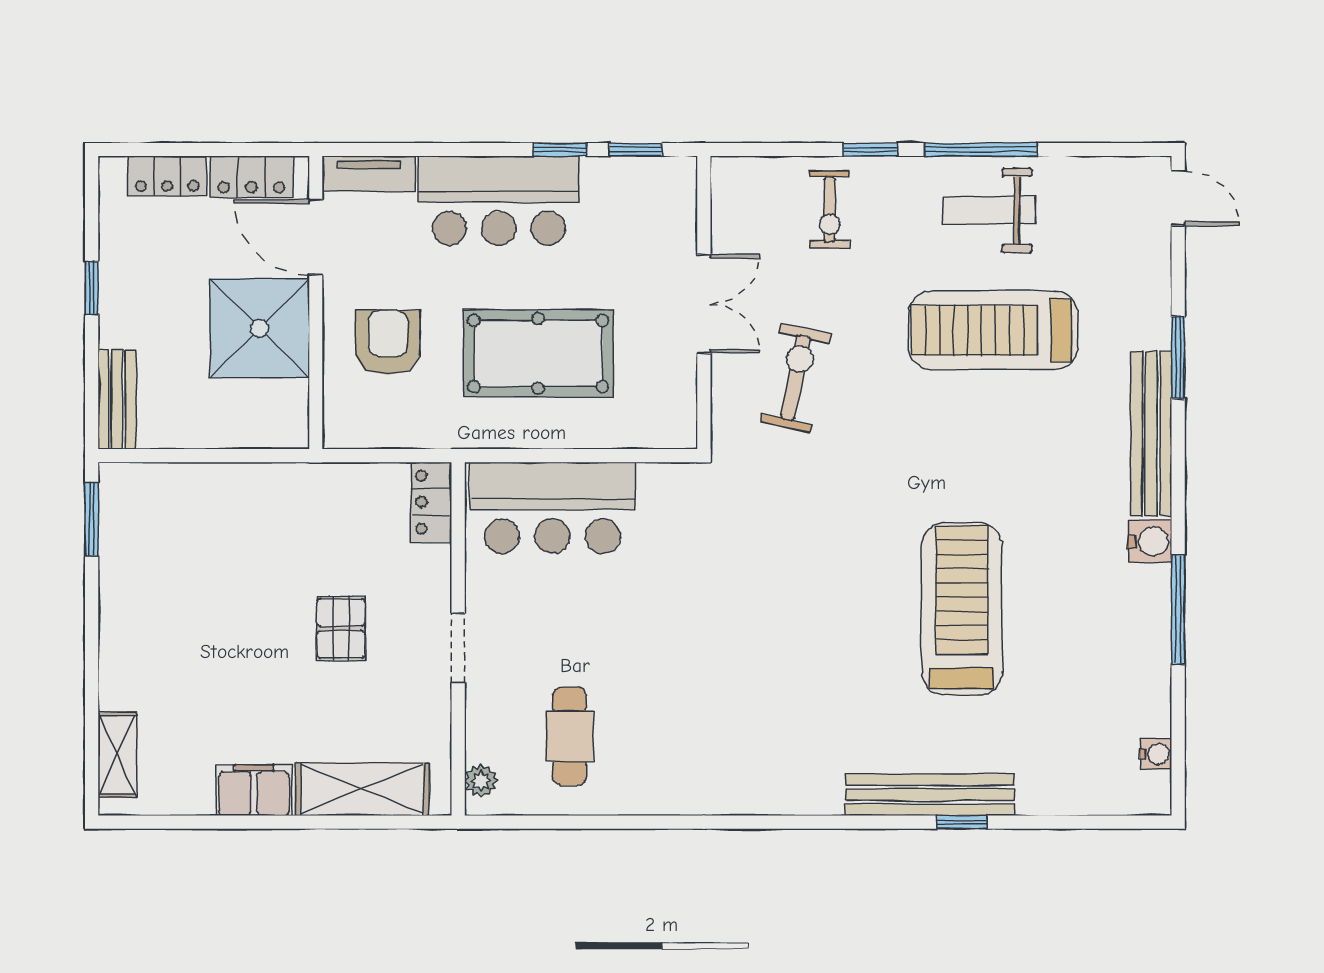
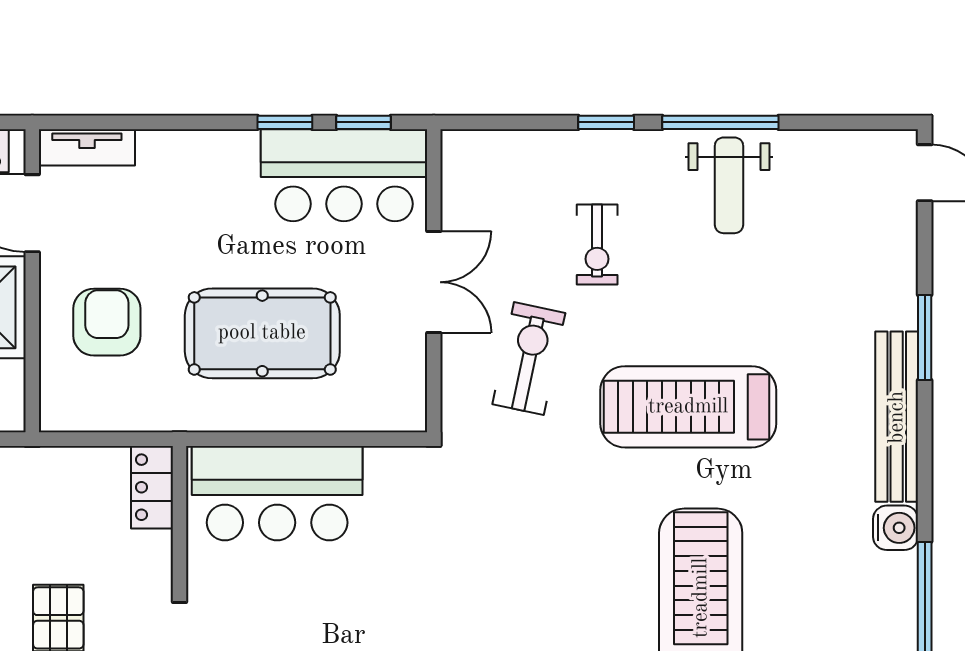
bar counter: (499, 201) -> (344, 175), moved
exercise bike: (830, 209) -> (597, 244), moved
weight bench: (989, 210) -> (729, 185), turned -90
treadmill: (993, 330) -> (688, 407), moved

